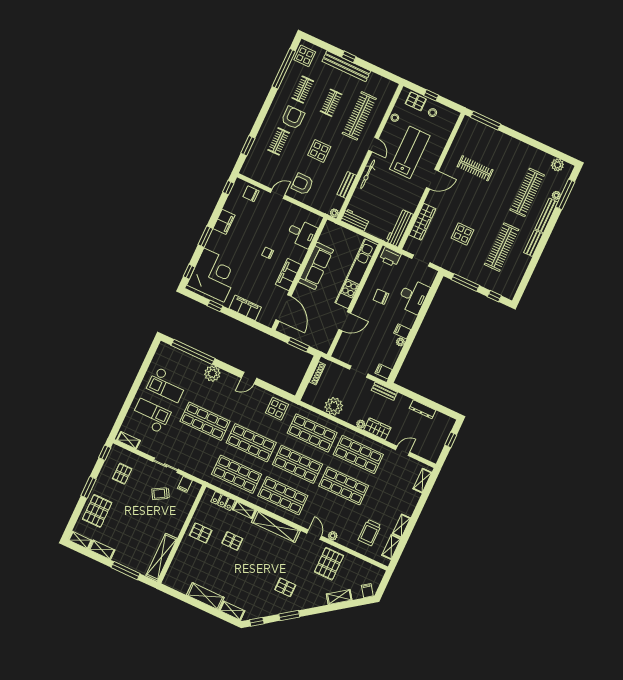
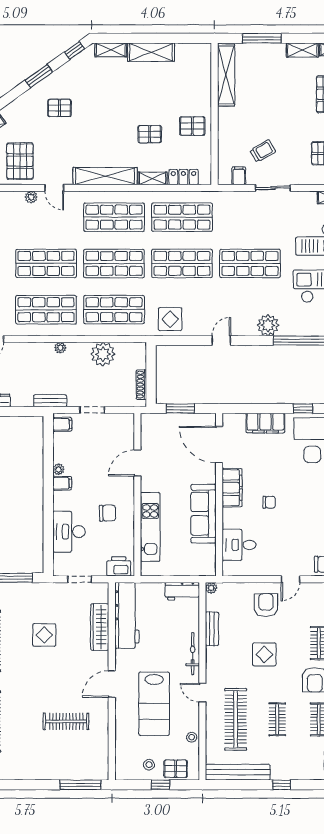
bench: (346, 66) -> (238, 772), moved
armchair: (302, 184) -> (266, 605), turned -90
workbench: (399, 228) -> (127, 615), width x1.36, depth x1.32
kitchen unit: (356, 274) -> (150, 527), width x0.73
wardrobe: (377, 429) -> (37, 351), removed

